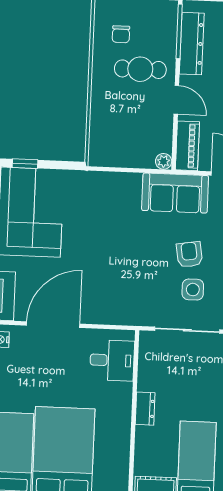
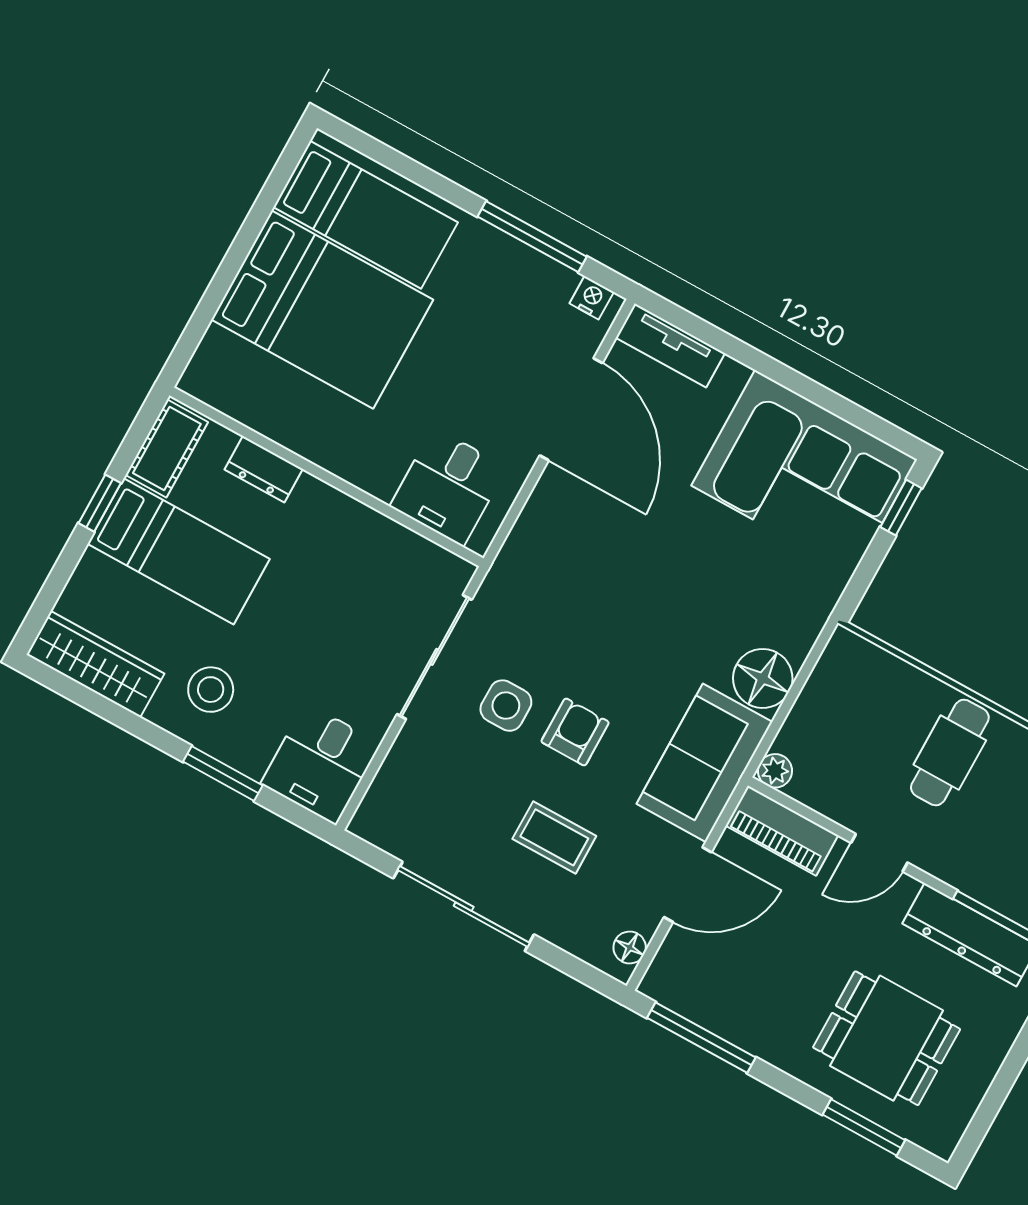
cafe table: (140, 69) -> (950, 752), moved
floor lamp: (127, 186) -> (763, 678), added
armchair: (189, 255) -> (575, 732), turned -81
dresser: (145, 409) -> (264, 469), moved

